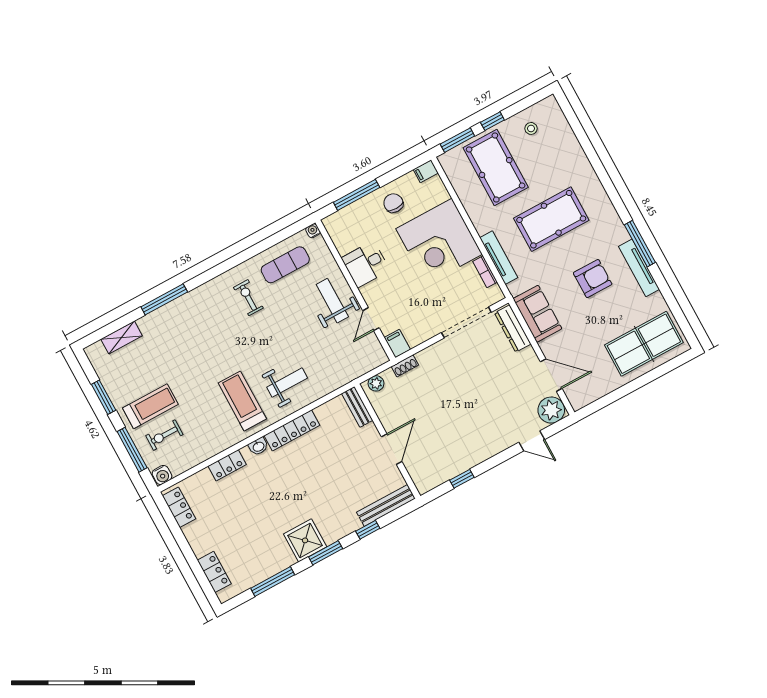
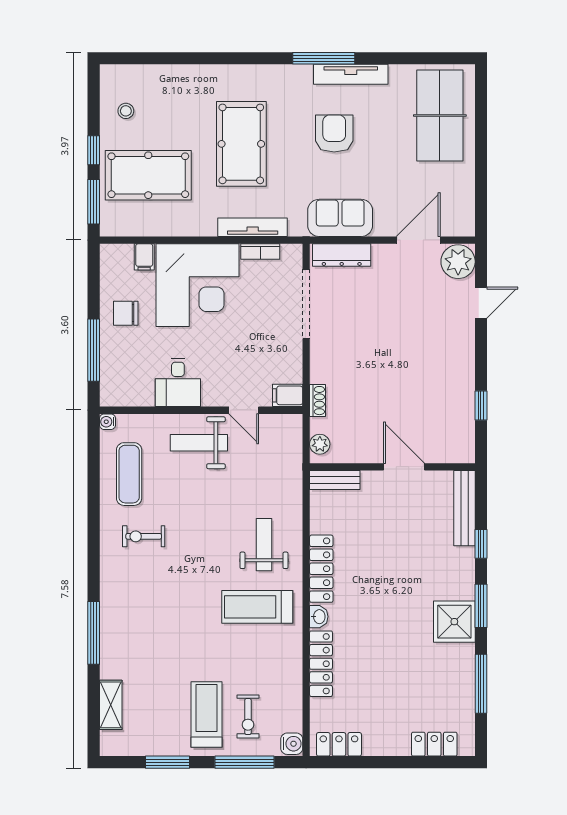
filing cabinet: (426, 171) -> (144, 257), moved
locker: (227, 465) -> (321, 664), width x1.53

